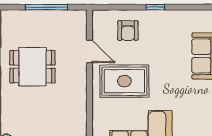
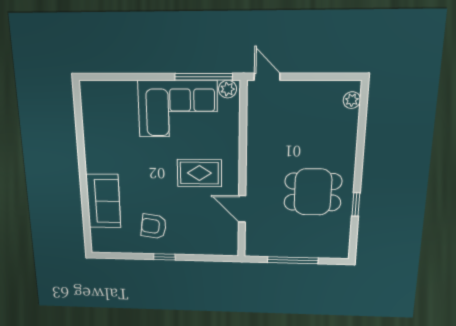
armchair: (128, 31) -> (154, 226), moved, turned -82
rug: (124, 81) -> (199, 173), width x0.73, depth x0.70

